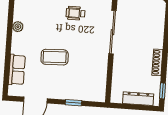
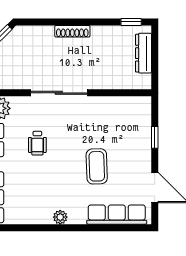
shoe rack: (157, 62) -> (72, 31), moved
row of seats: (17, 70) -> (117, 215), width x1.48

